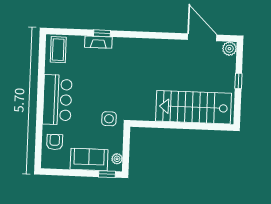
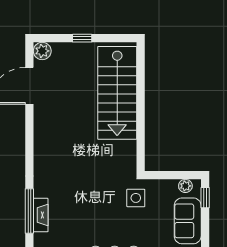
window: (102, 33) -> (29, 211), width x2.17

